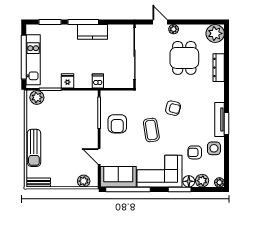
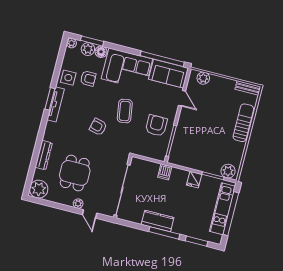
window: (180, 190) -> (92, 41), moved

